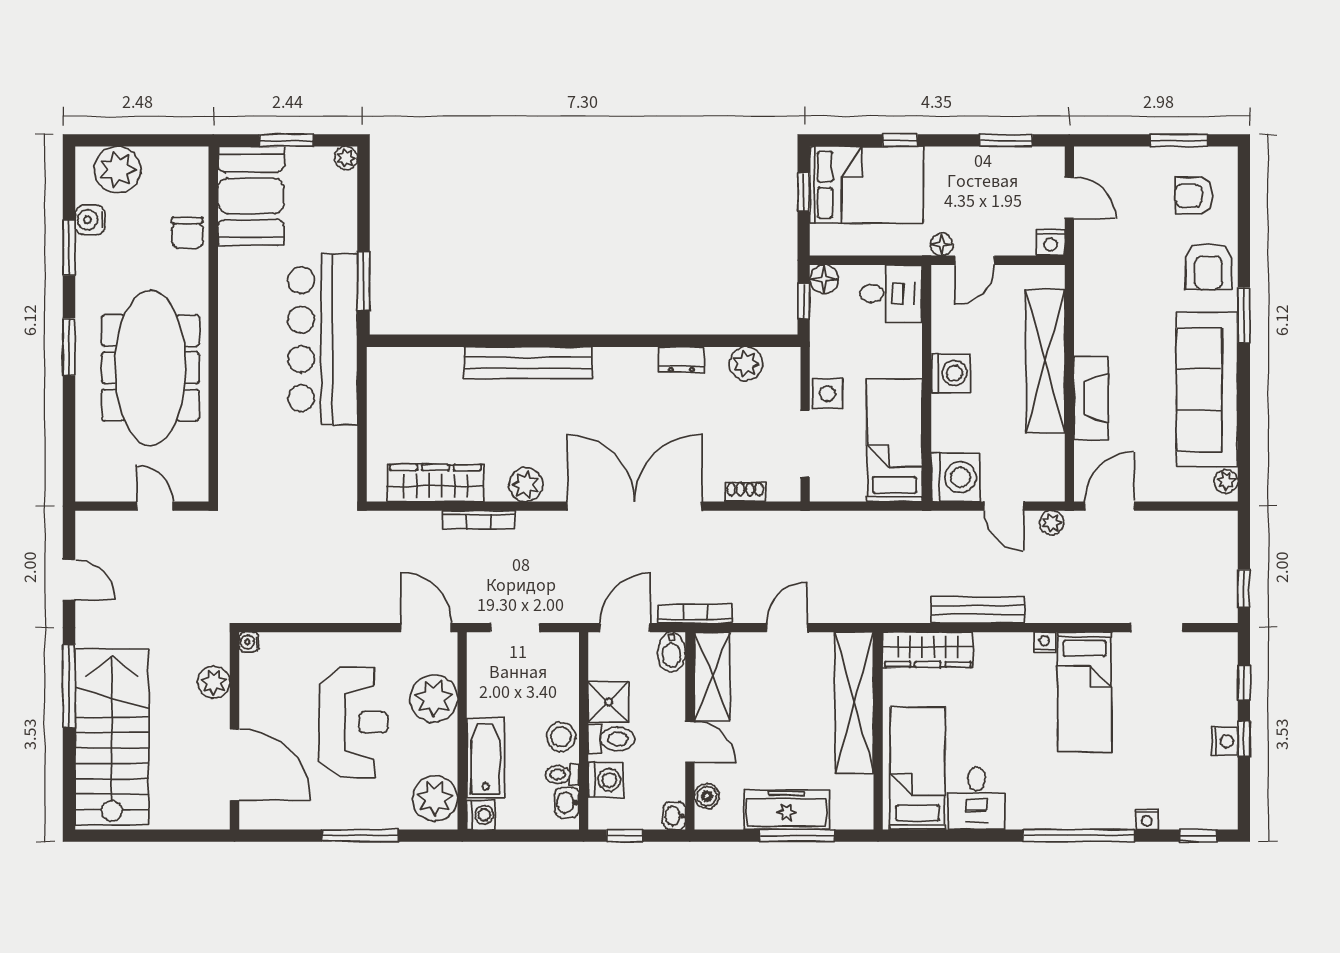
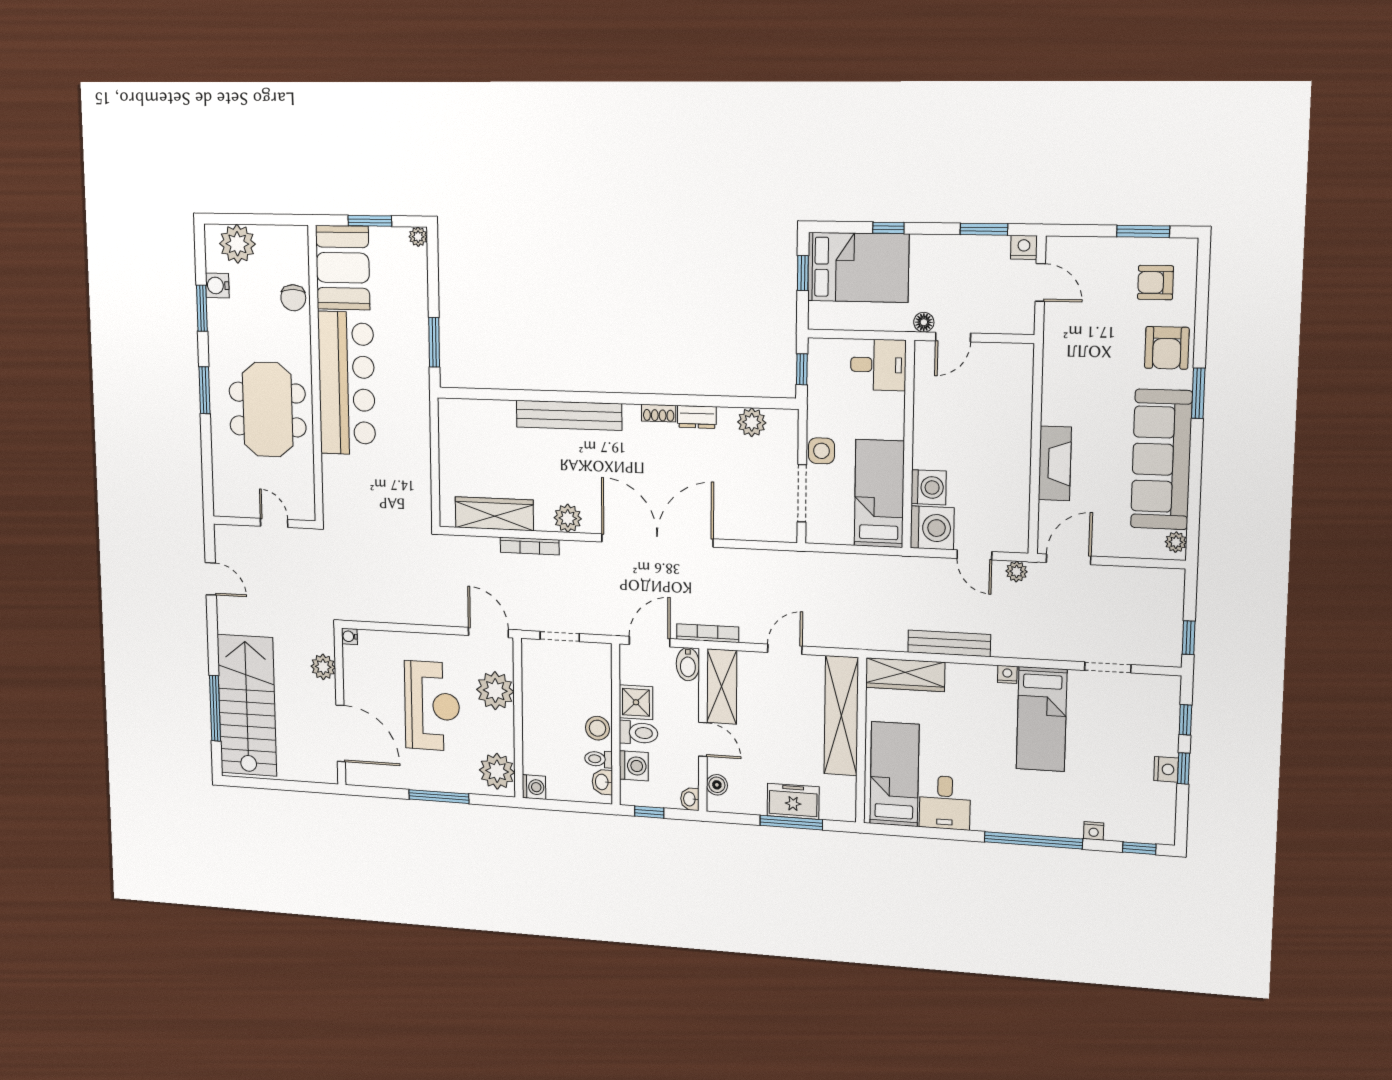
nightstand: (1050, 243) -> (1024, 247), moved, turned 180
floor lamp: (824, 279) -> (820, 350), removed
bar counter: (323, 339) -> (347, 383), moved, turned 180
shelving: (1045, 361) -> (1014, 429), removed
meeting table: (150, 368) -> (268, 410), width x0.73
washing machine: (951, 373) -> (929, 487), moved
shoe rack: (745, 492) -> (659, 413), moved, turned 180
window: (69, 686) -> (215, 708), moved
bathtub: (486, 758) -> (537, 741), removed
freezer: (786, 810) -> (793, 801), width x0.71

